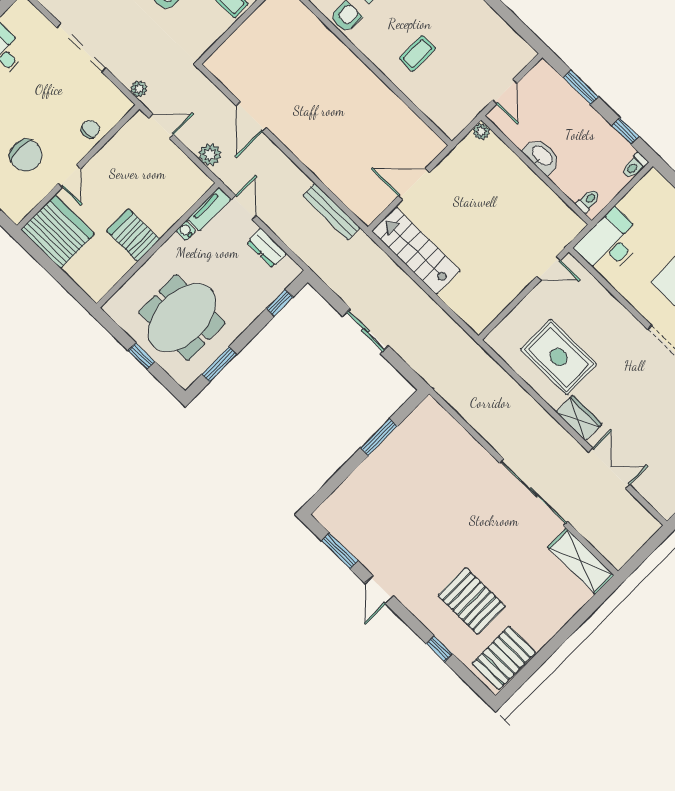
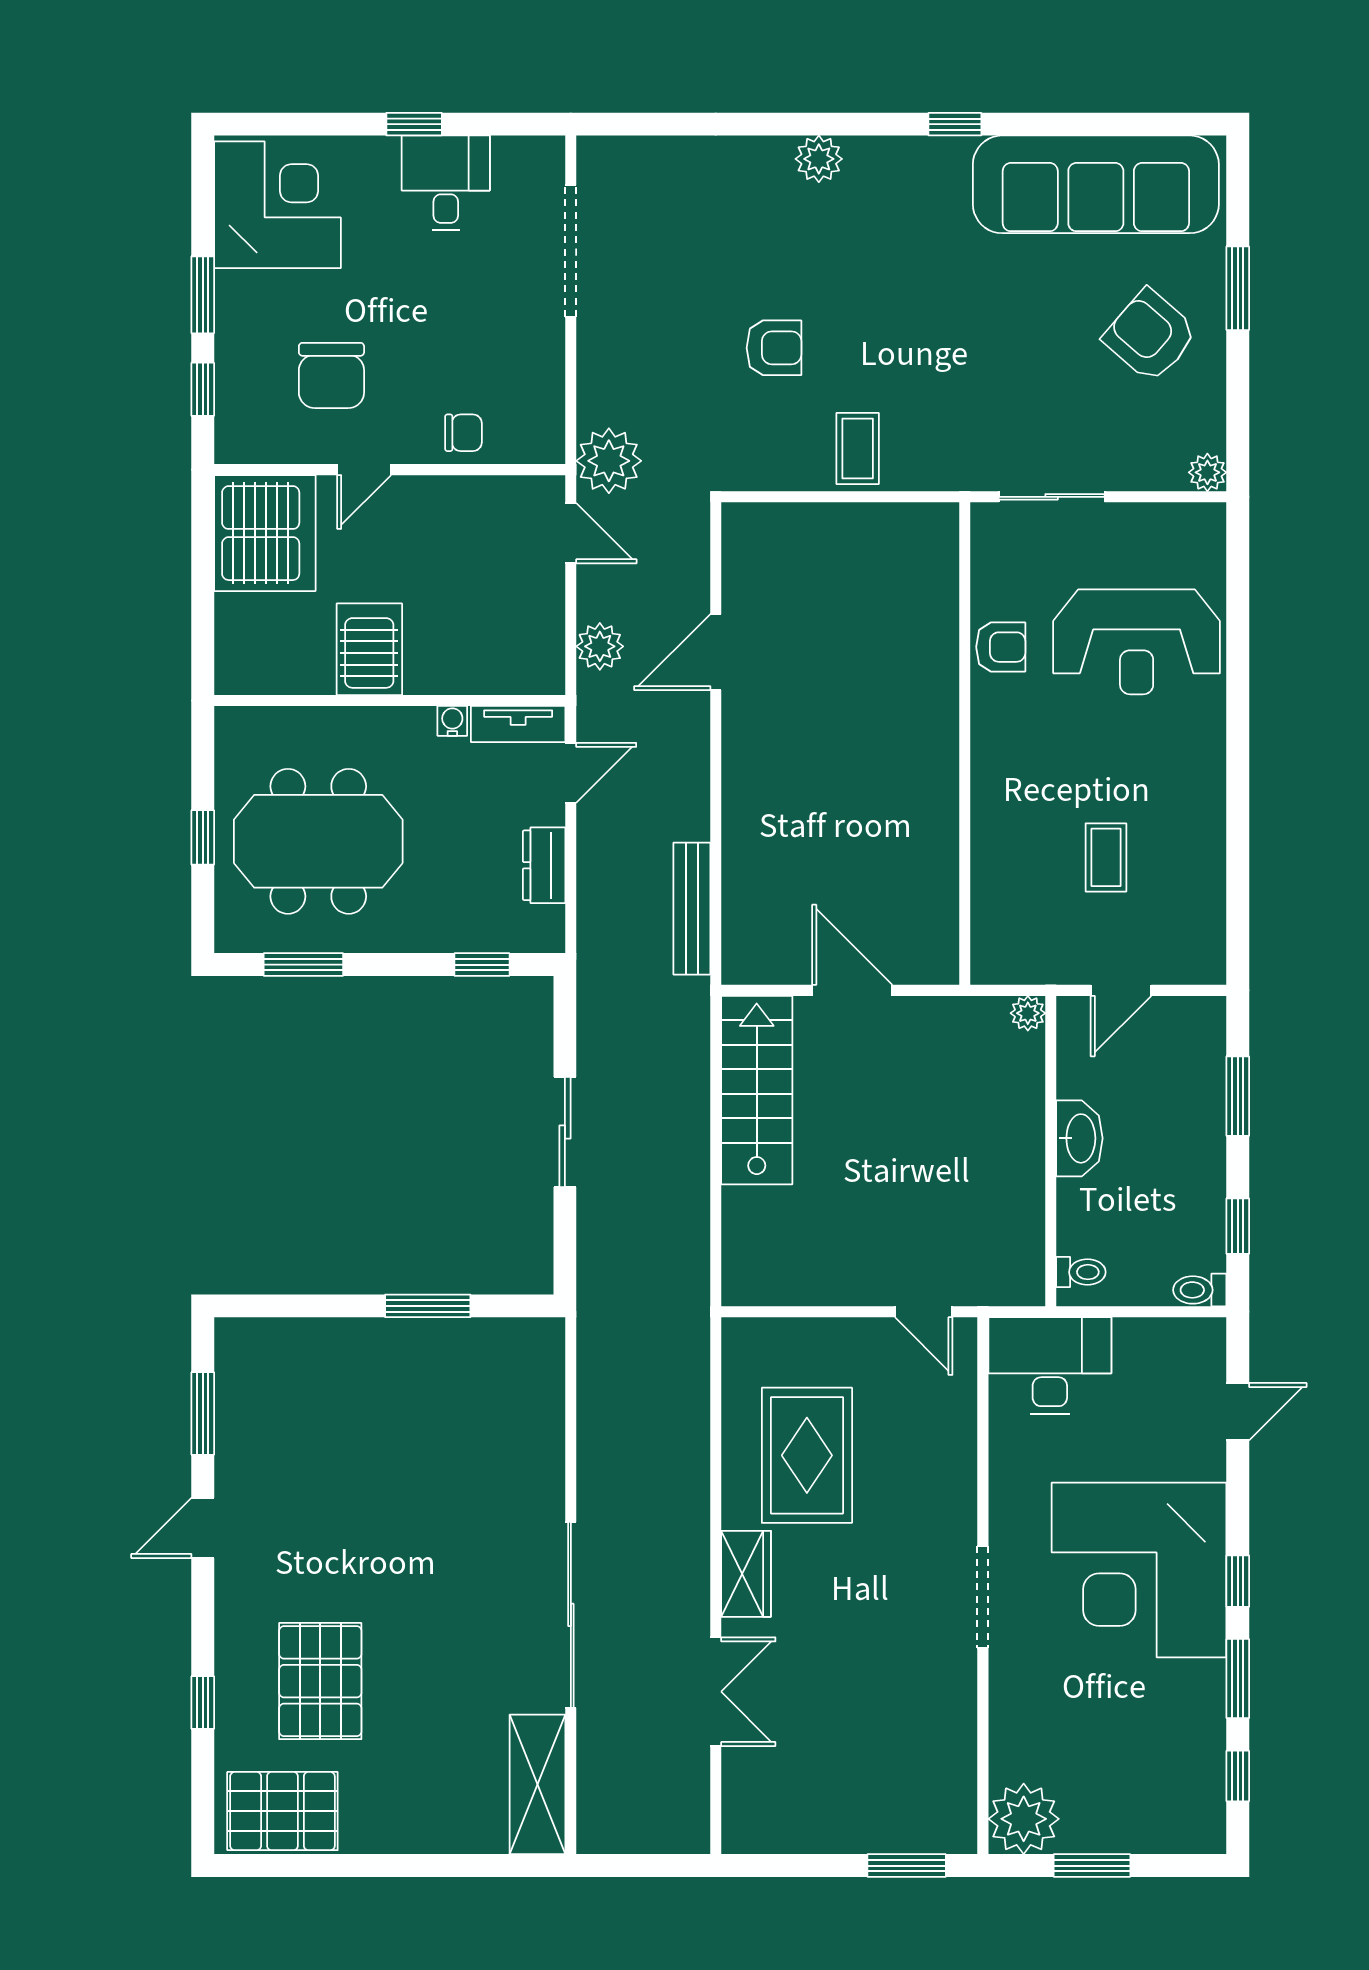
doorway: (81, 48) -> (571, 251), moved
coffee table: (417, 53) -> (1106, 857), moved, turned 90
plant: (139, 89) -> (609, 461), width x1.88, depth x1.88

